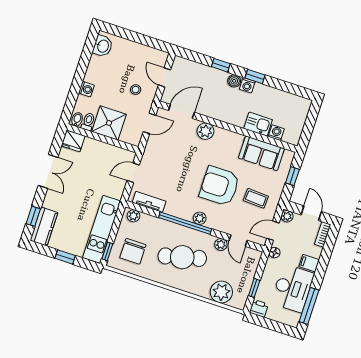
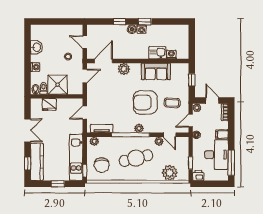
washbasin: (103, 46) -> (37, 47), moved
fridge: (73, 141) -> (49, 104), moved
sofa: (261, 153) -> (156, 71), moved
kitchen counter: (44, 227) -> (37, 162), width x1.50

